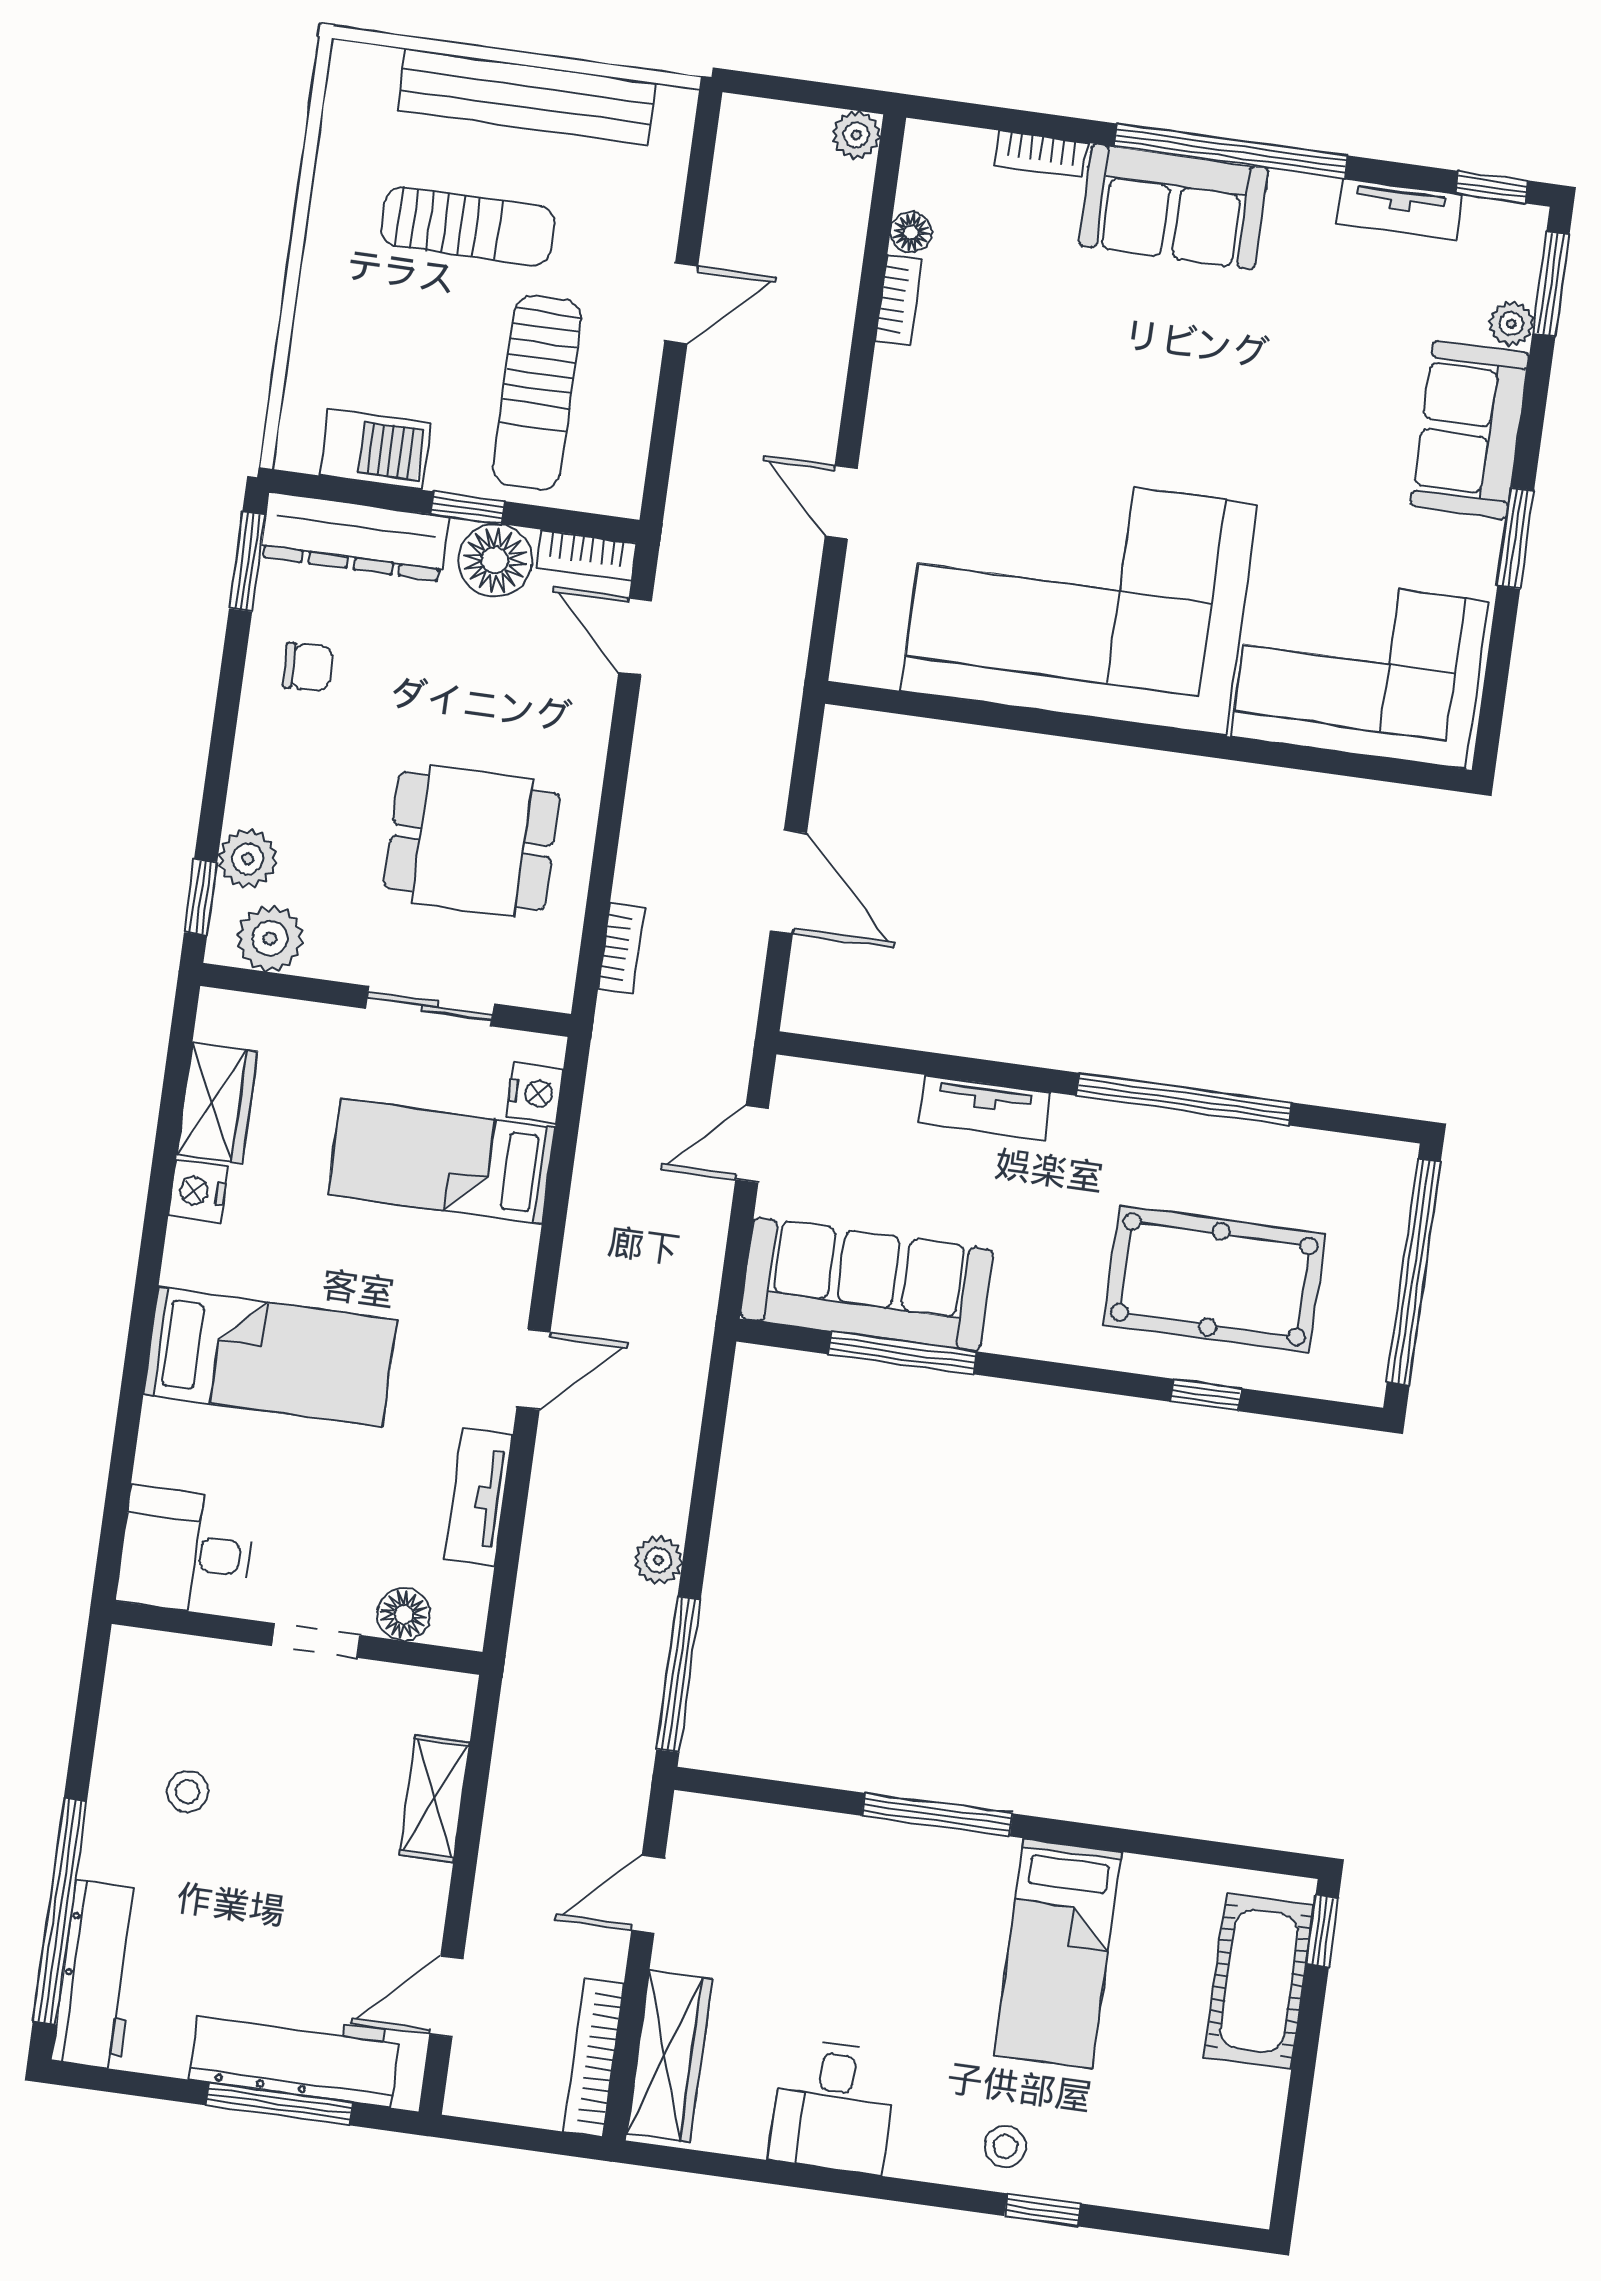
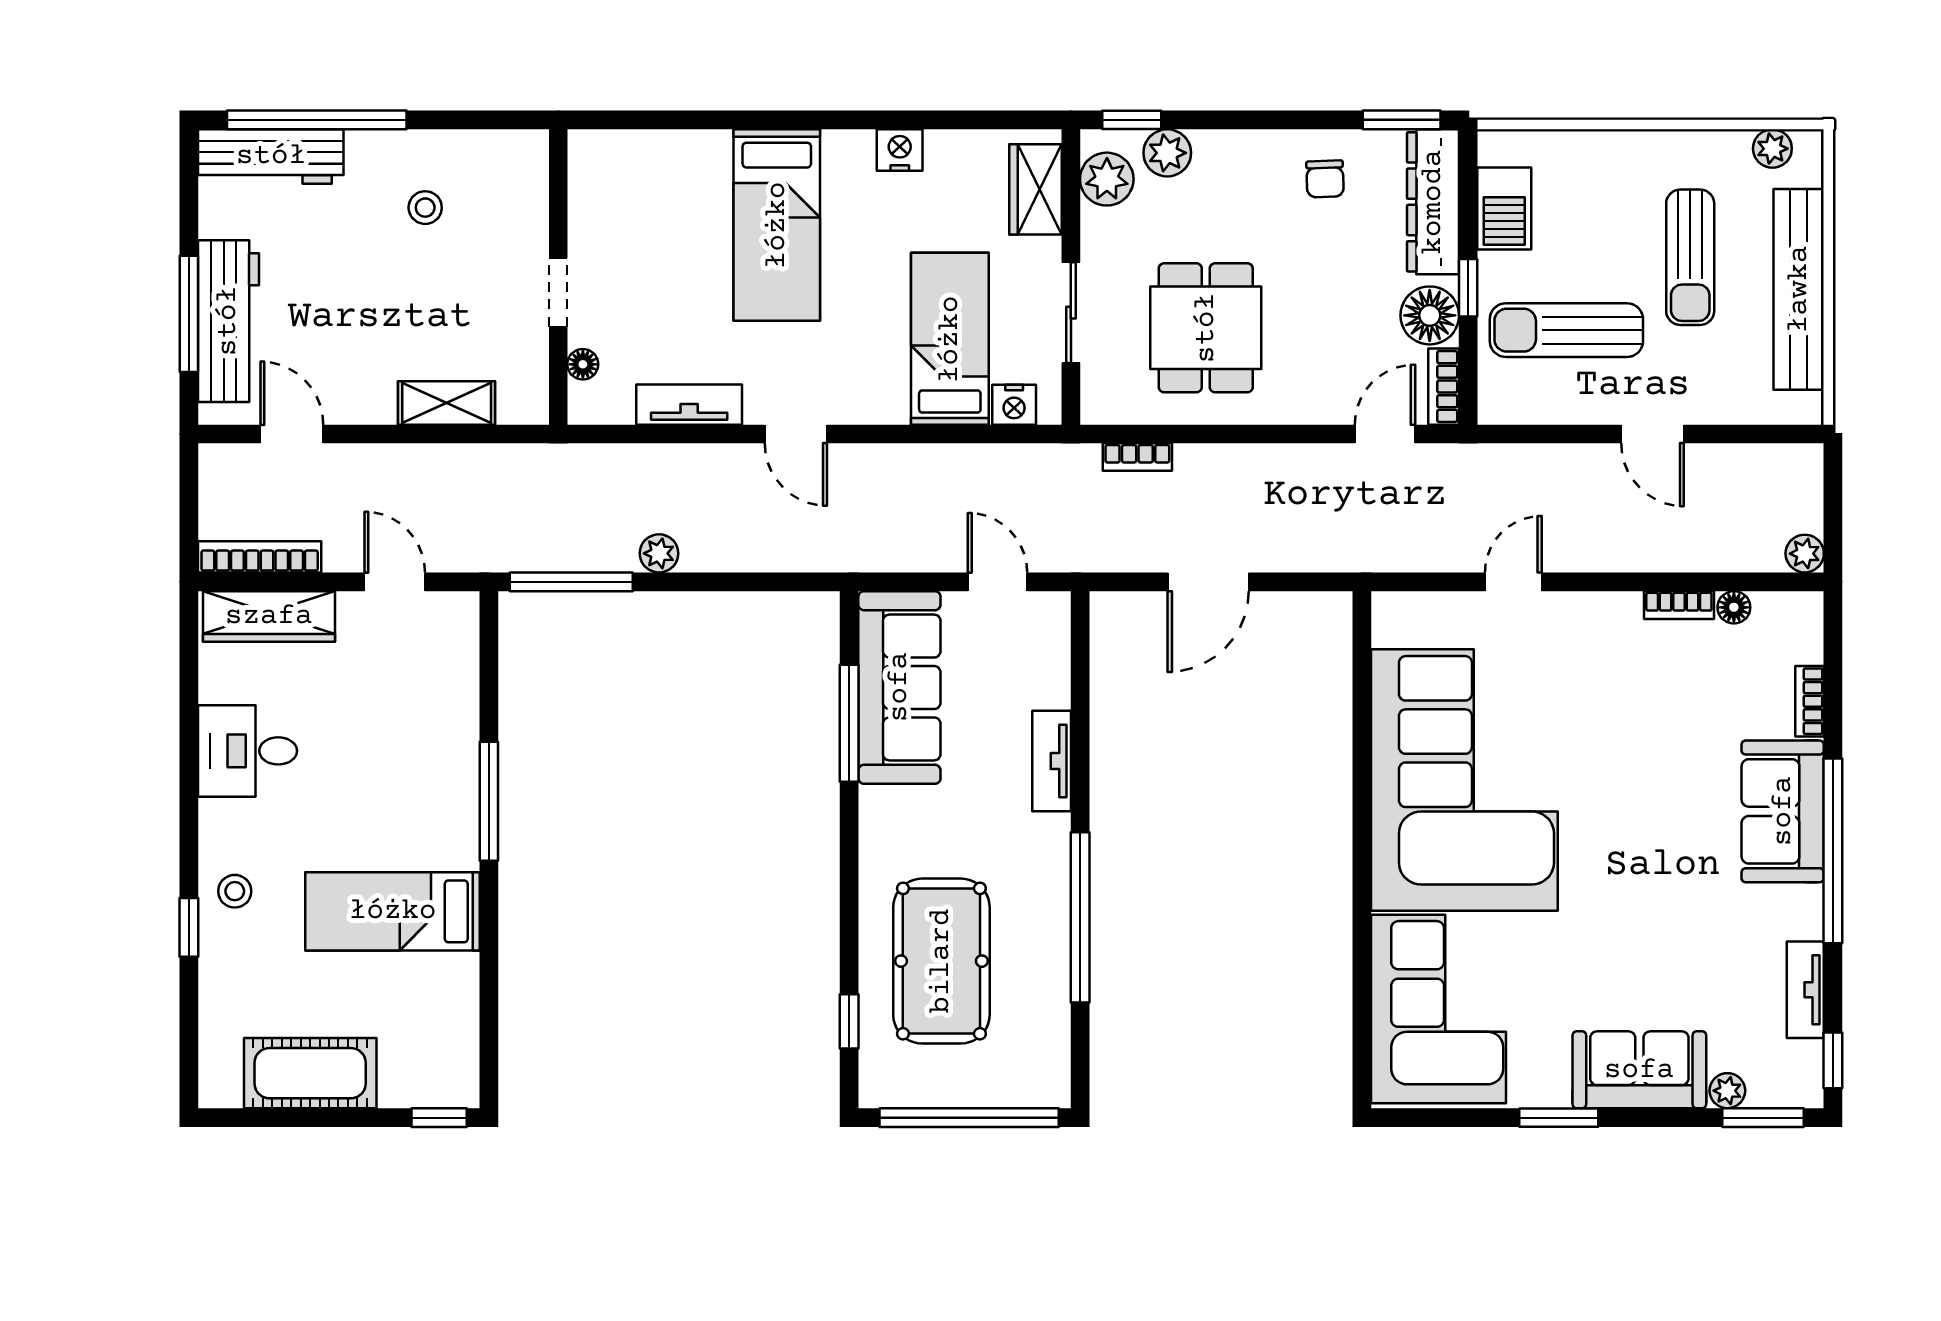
plant: (347, 105) -> (1772, 149), added
wardrobe: (217, 1103) -> (1035, 189), moved, turned 90
window: (1206, 1395) -> (849, 1021), moved
desk: (186, 1551) -> (614, 180), removed
floor lamp: (404, 1614) -> (583, 364), width x0.73, depth x0.73
cot: (1259, 1981) -> (310, 1073), moved

